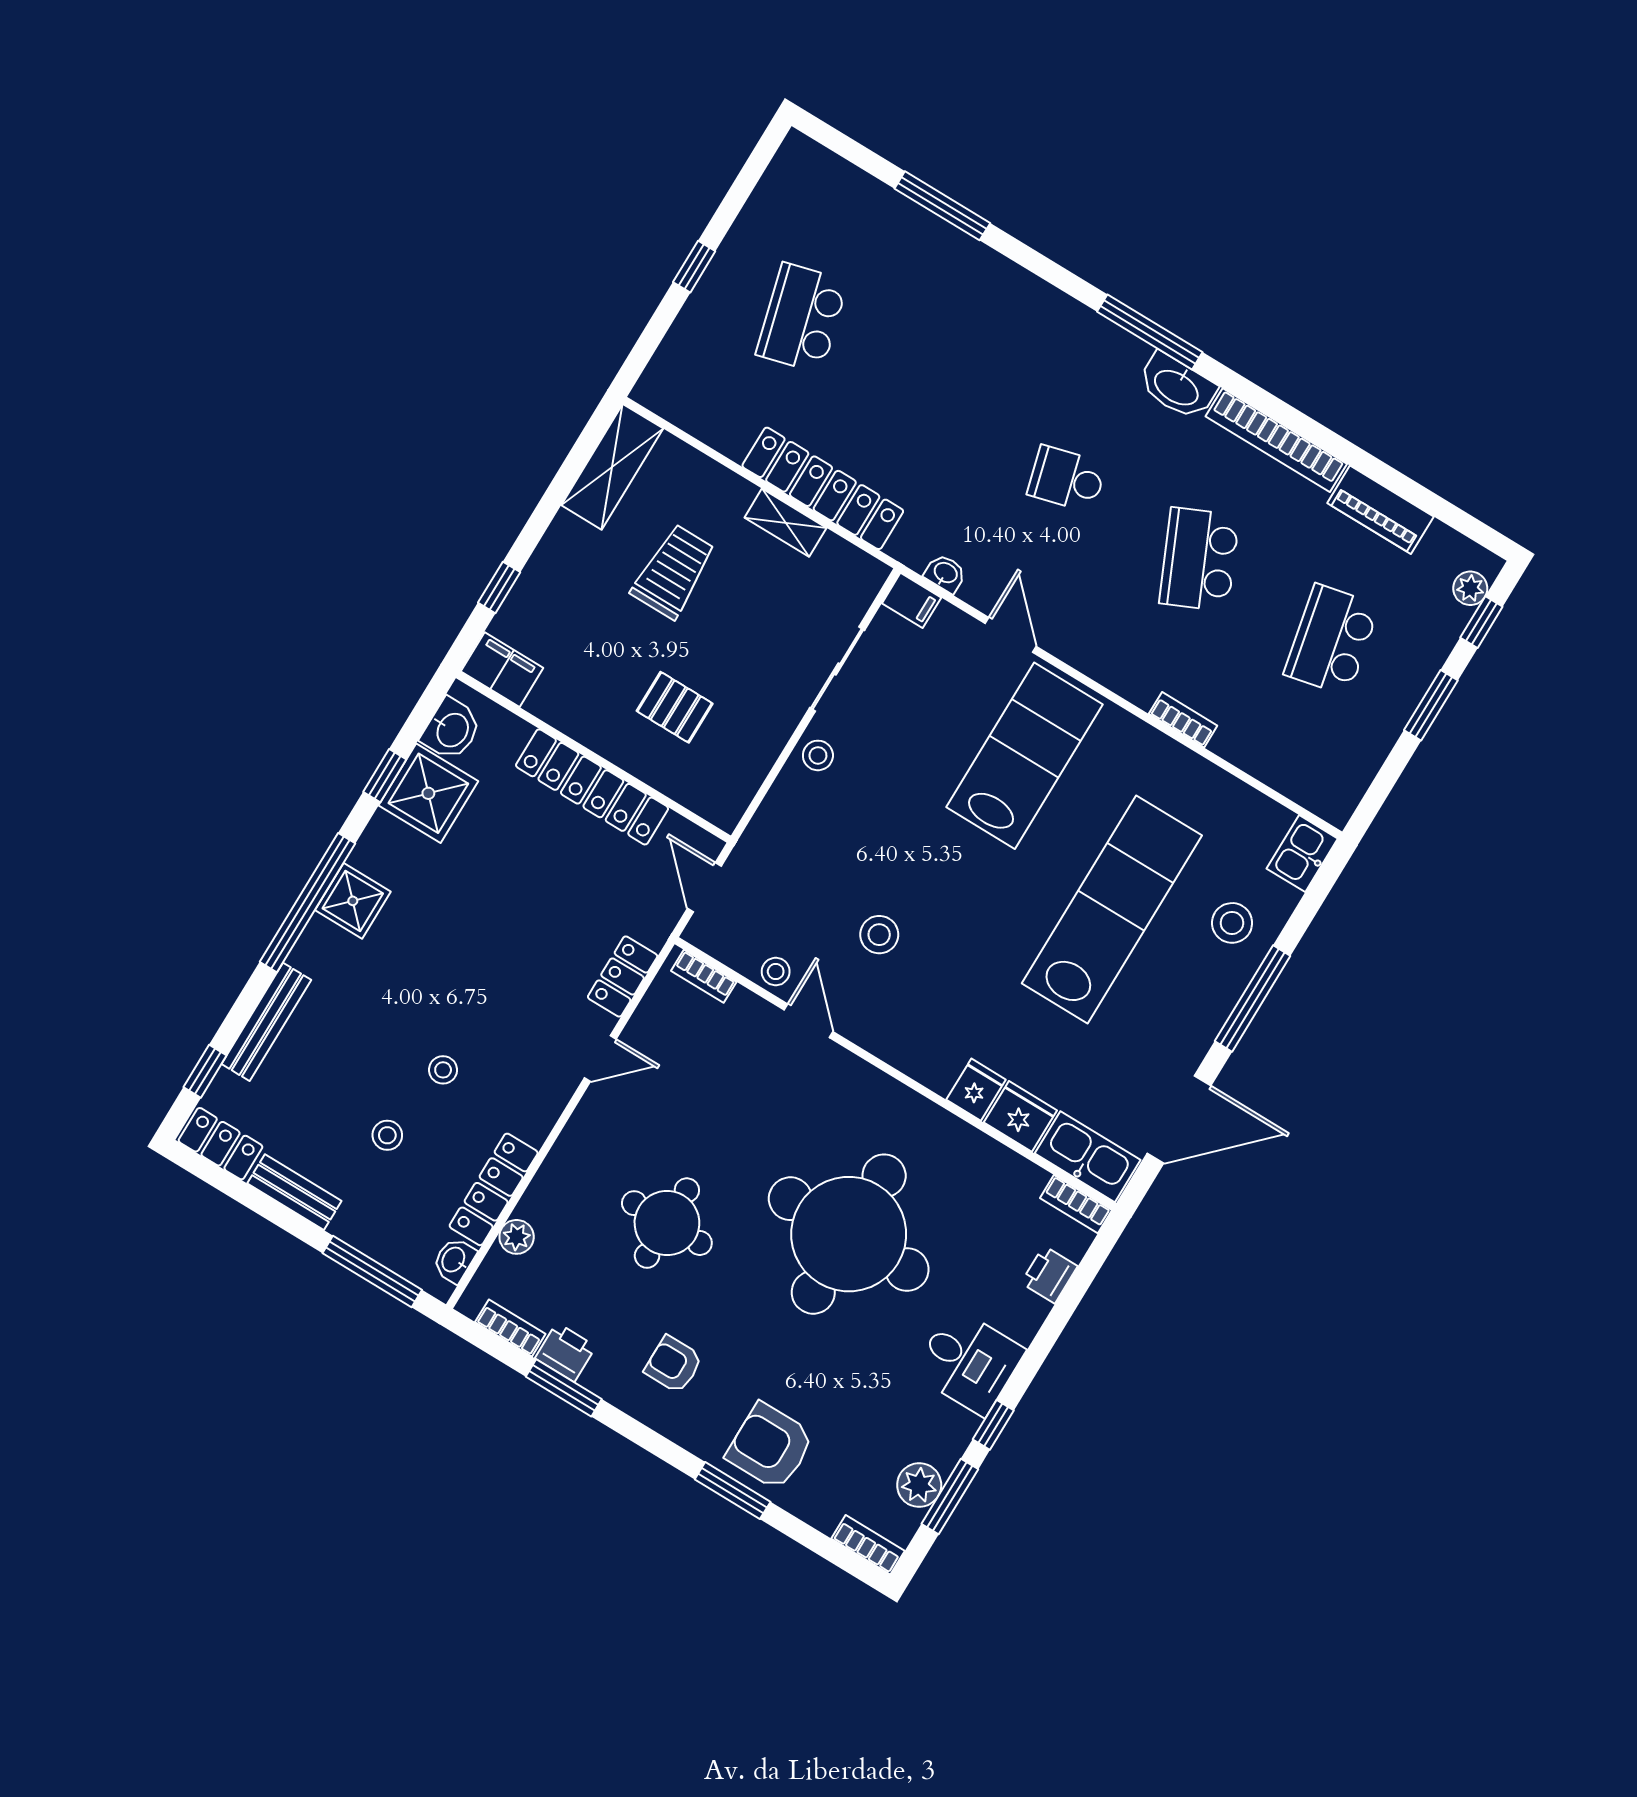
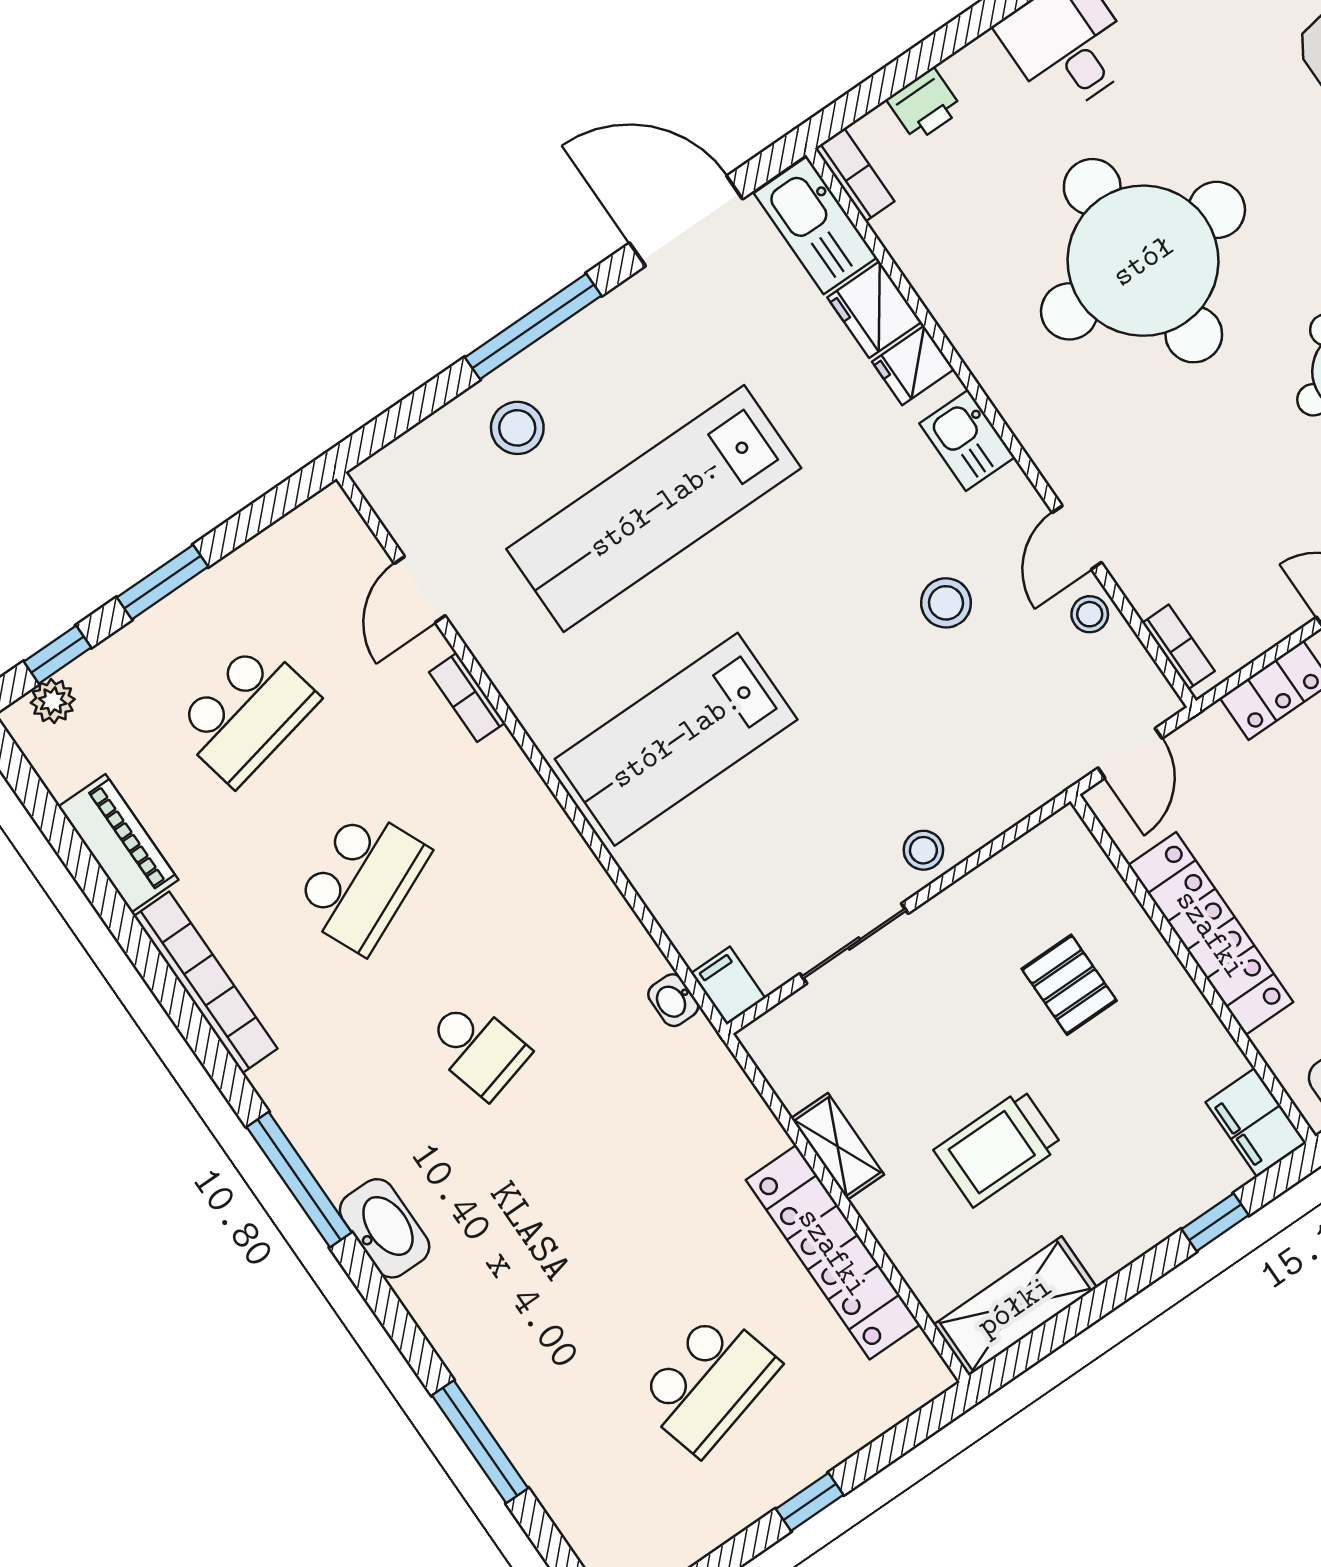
washbasin: (1177, 387) -> (385, 1228), moved
locker: (823, 488) -> (833, 1252), moved
door: (1011, 635) -> (420, 590), moved
kitchen sink: (1302, 854) -> (967, 440), moved, turned 90

